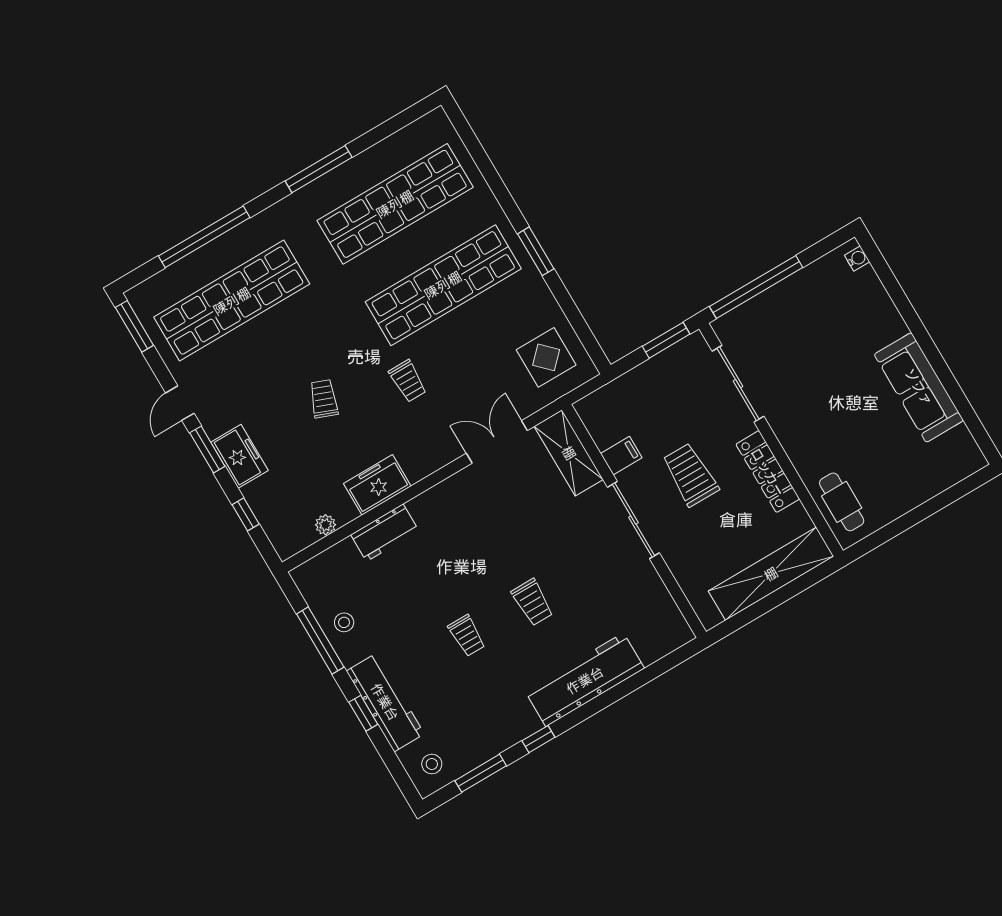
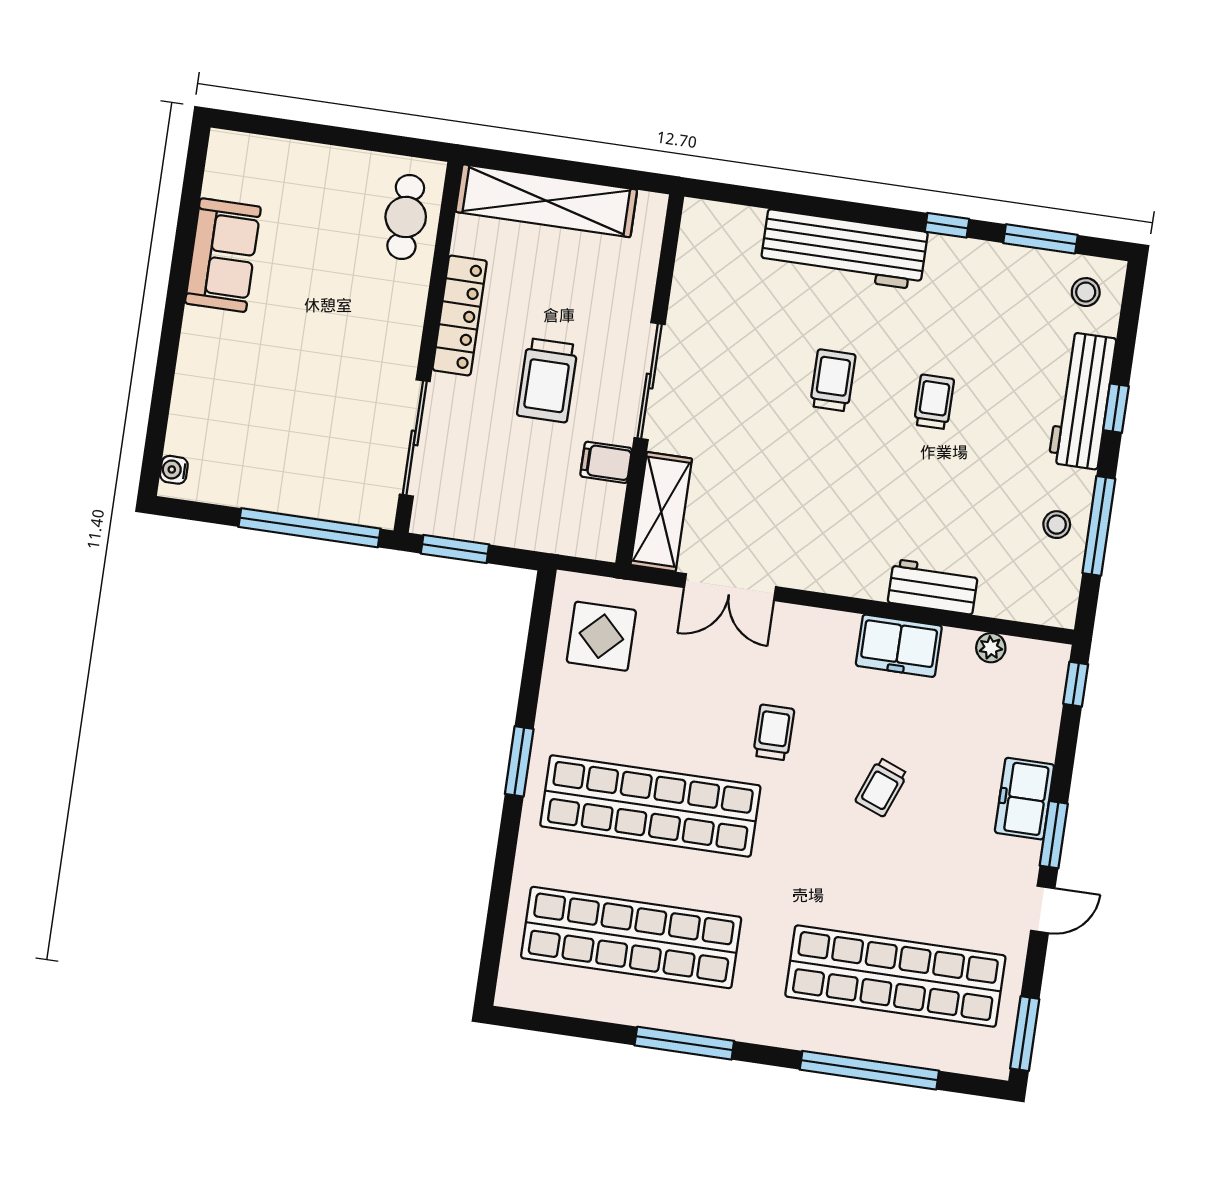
sofa: (919, 387) -> (223, 255), width x0.73
window: (246, 514) -> (1076, 684), moved

